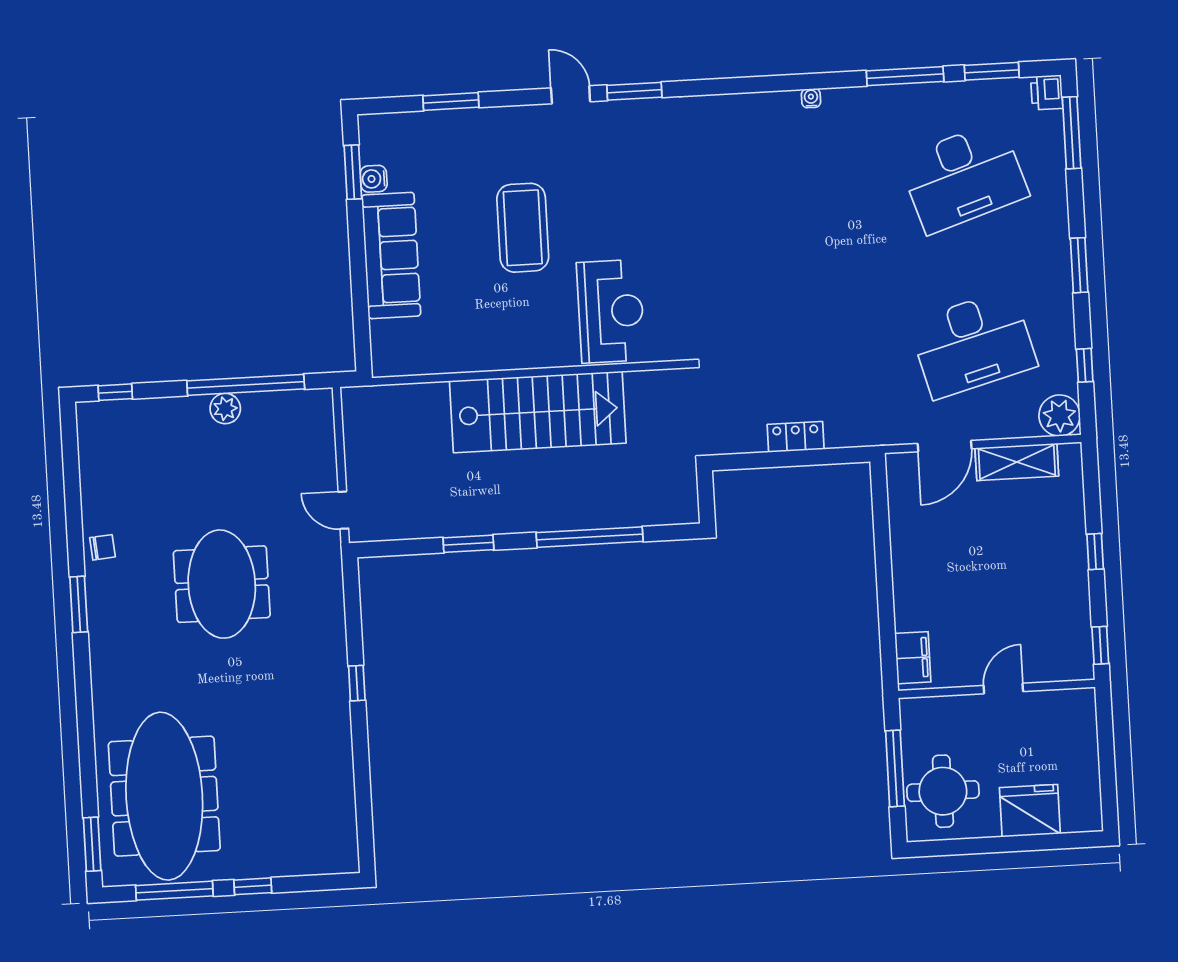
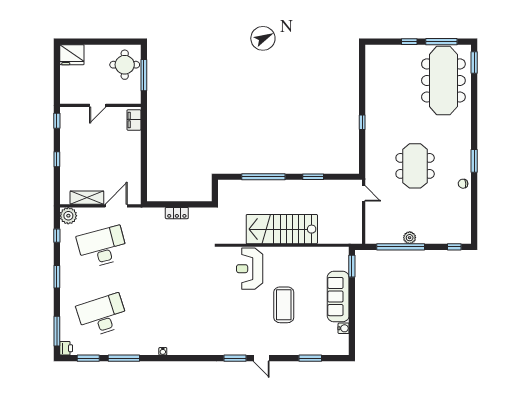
window: (353, 172) -> (352, 266), moved
fridge: (1030, 811) -> (72, 55), moved

